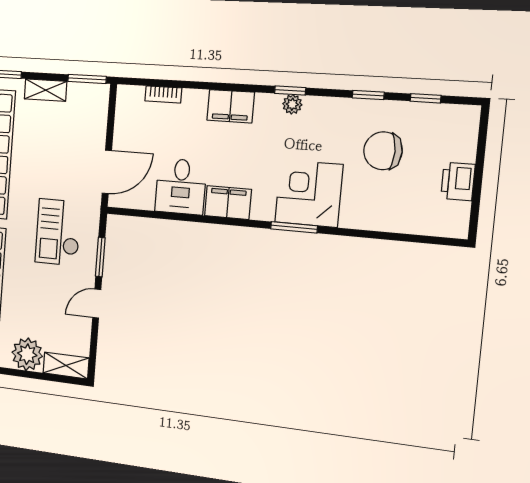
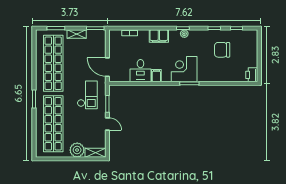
door: (107, 172) -> (107, 67), swing flipped
printer: (458, 181) -> (252, 75), moved
corner desk: (309, 193) -> (184, 69), moved
filing cabinet: (228, 202) -> (156, 76), width x0.50
checkout: (58, 232) -> (87, 95), turned 180
door: (97, 303) -> (107, 124), swing flipped

